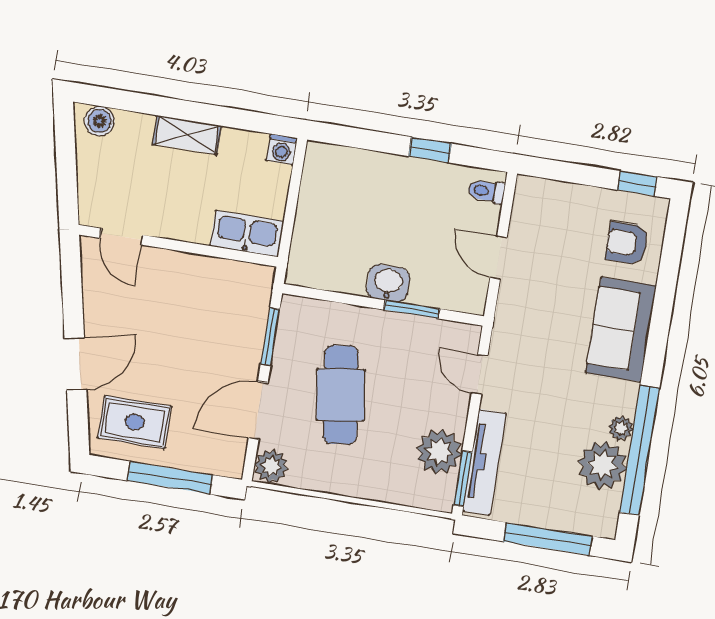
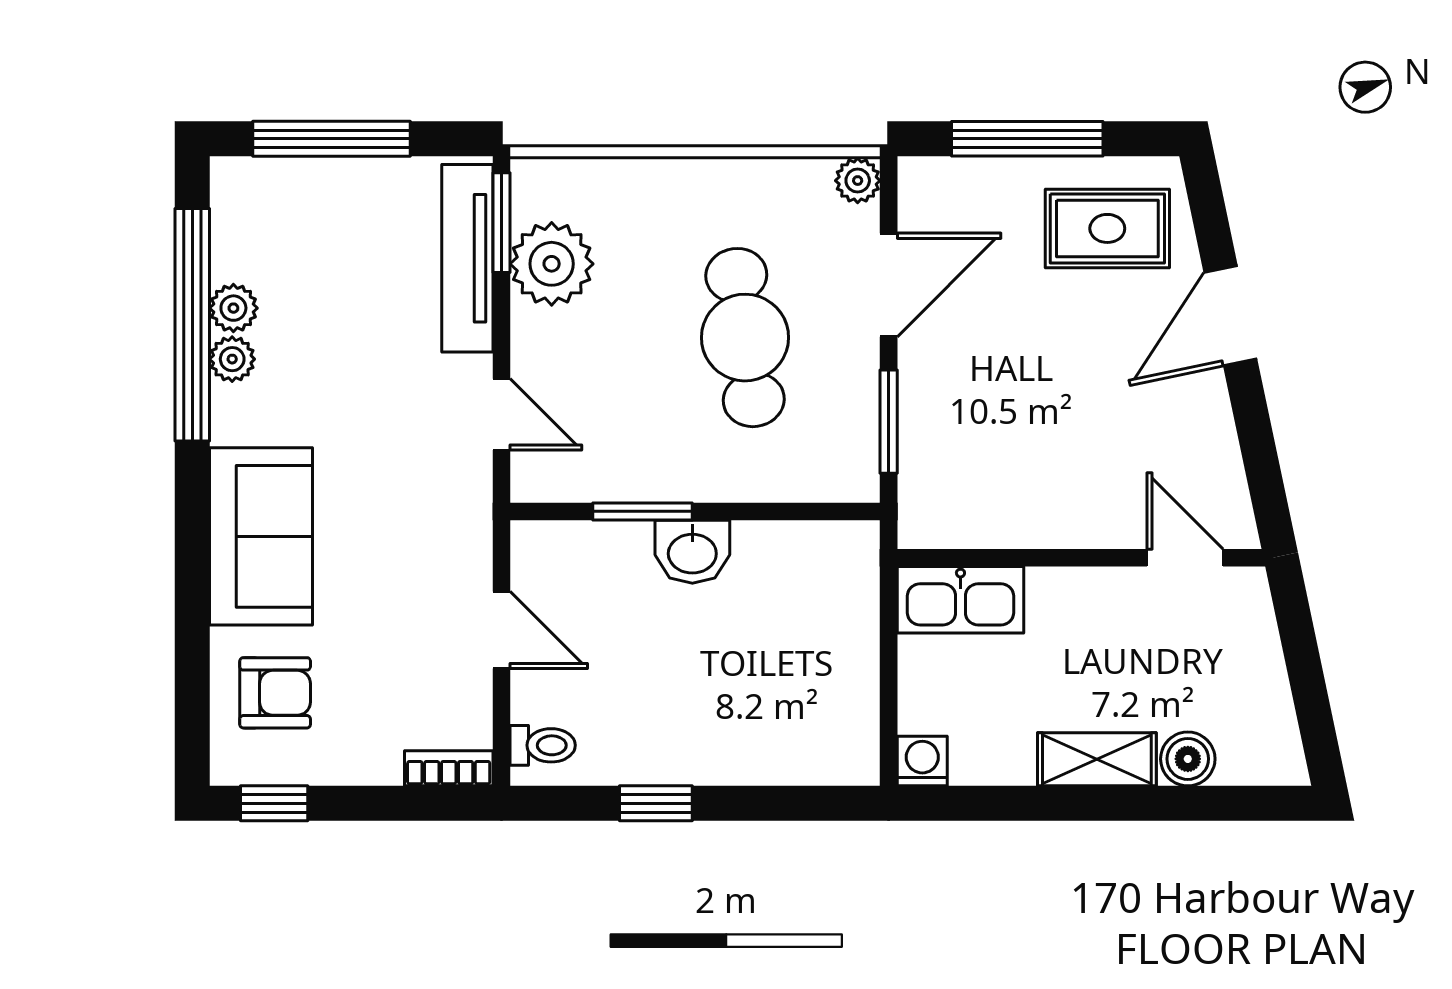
boiler: (100, 121) -> (1188, 759), moved
bookcase: (539, 187) -> (449, 768), added
plant: (603, 465) -> (233, 308), width x0.53, depth x0.53
plant: (271, 466) -> (858, 181), width x0.73, depth x0.73

